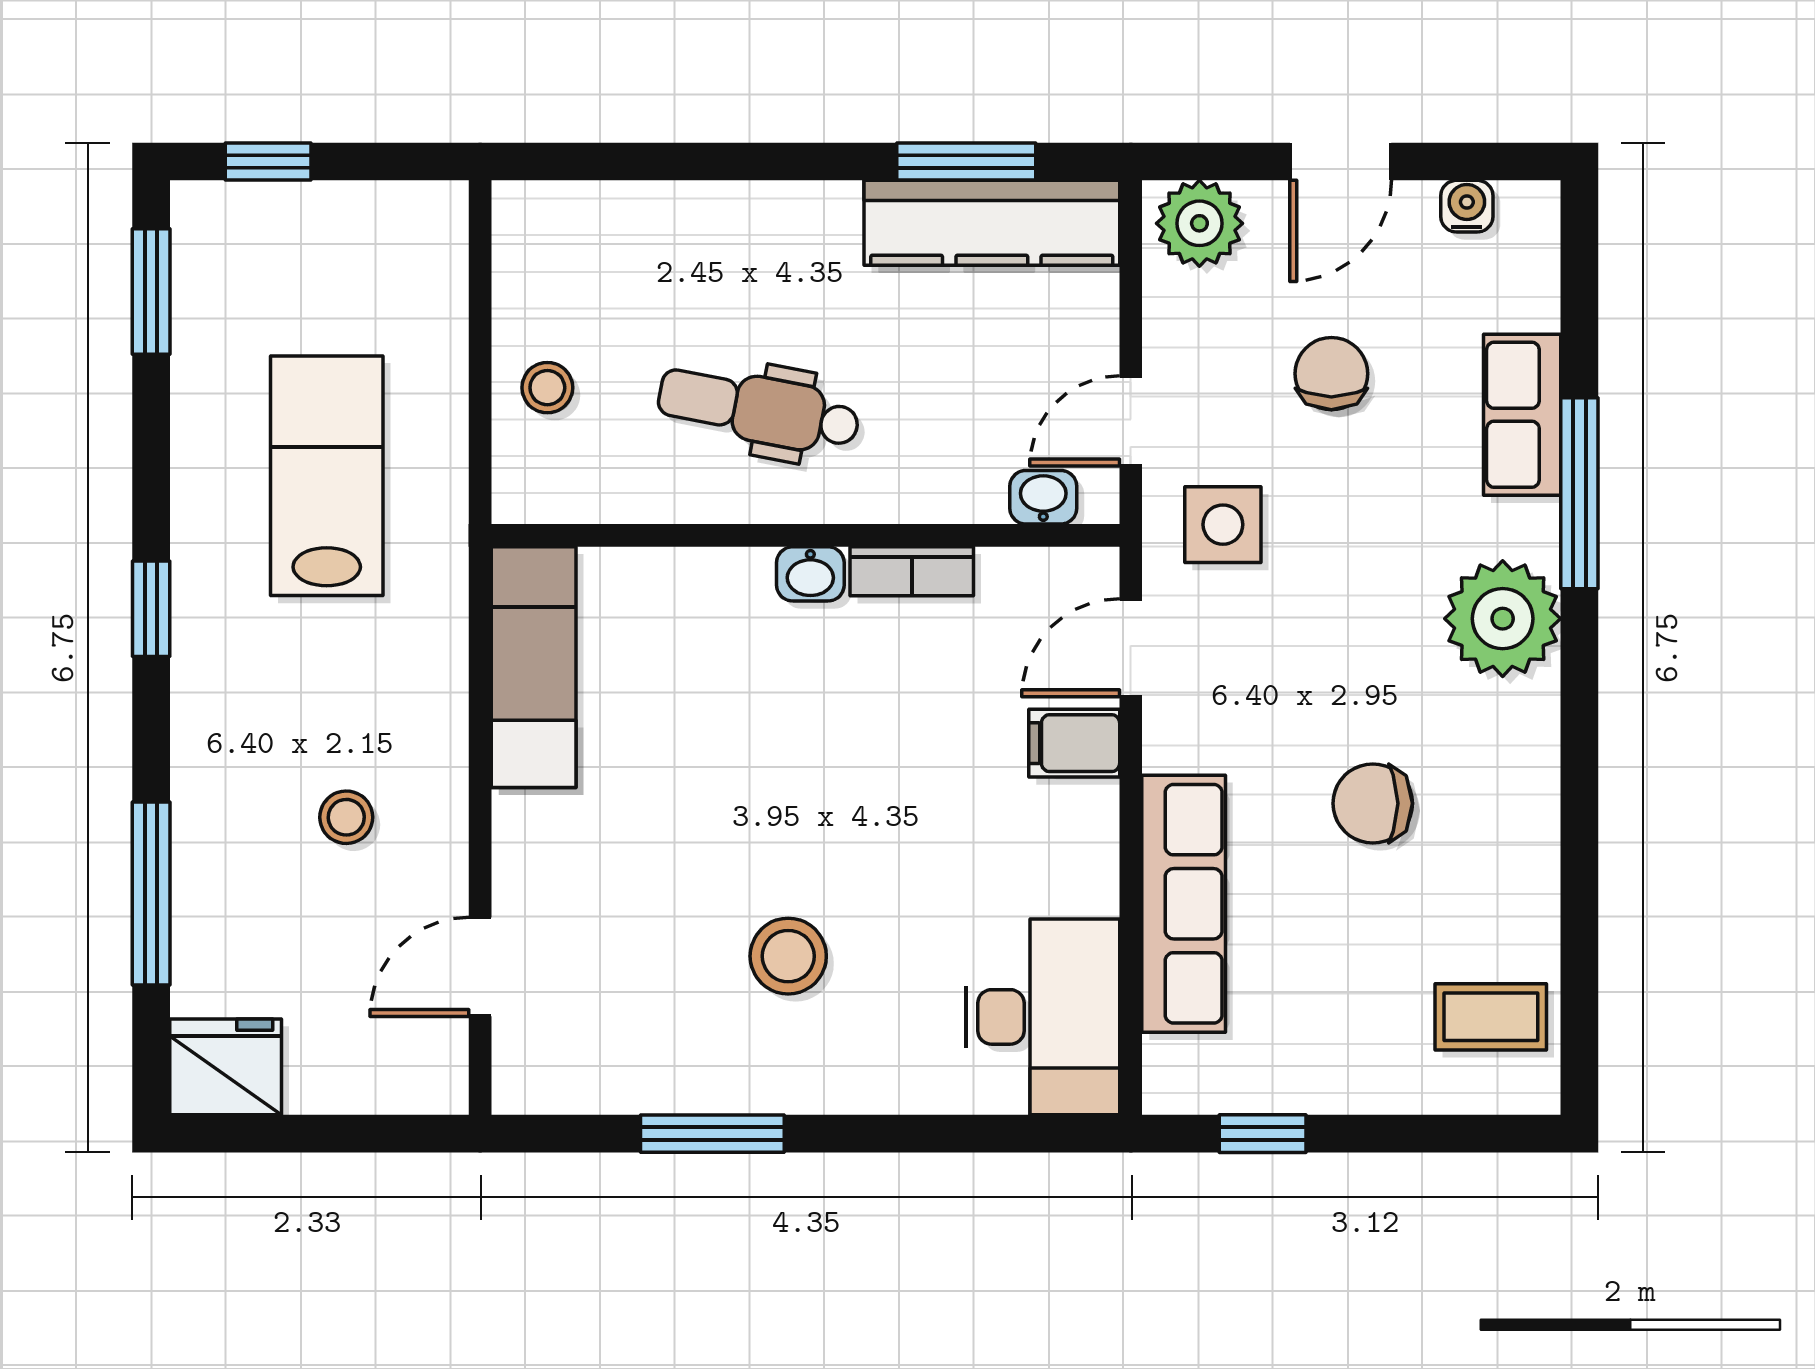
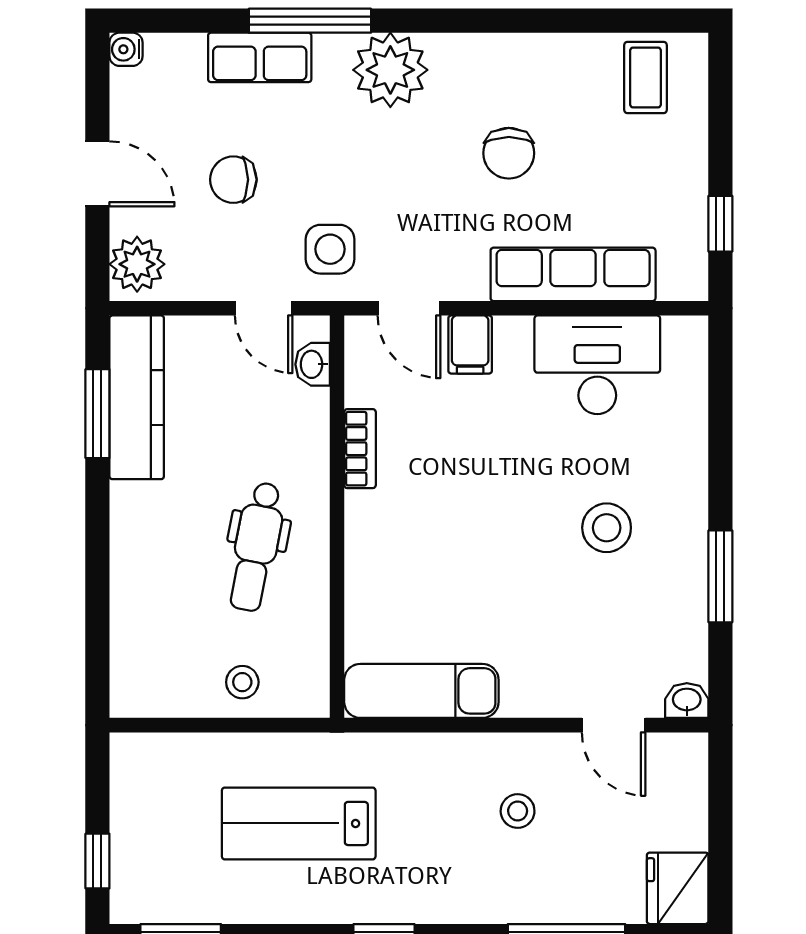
water cooler: (1467, 206) -> (126, 49), moved
washbasin: (810, 574) -> (687, 700), moved, turned -90
desk: (1043, 1017) -> (597, 365), moved

